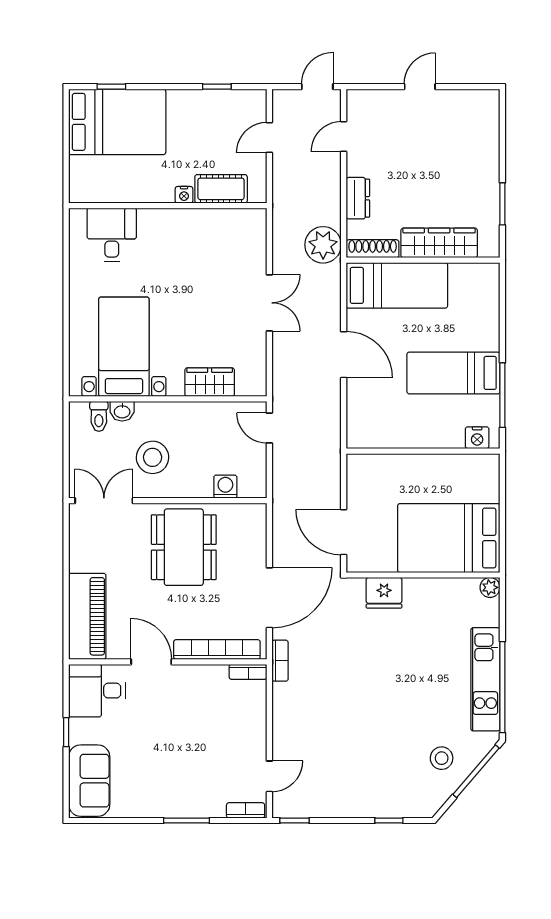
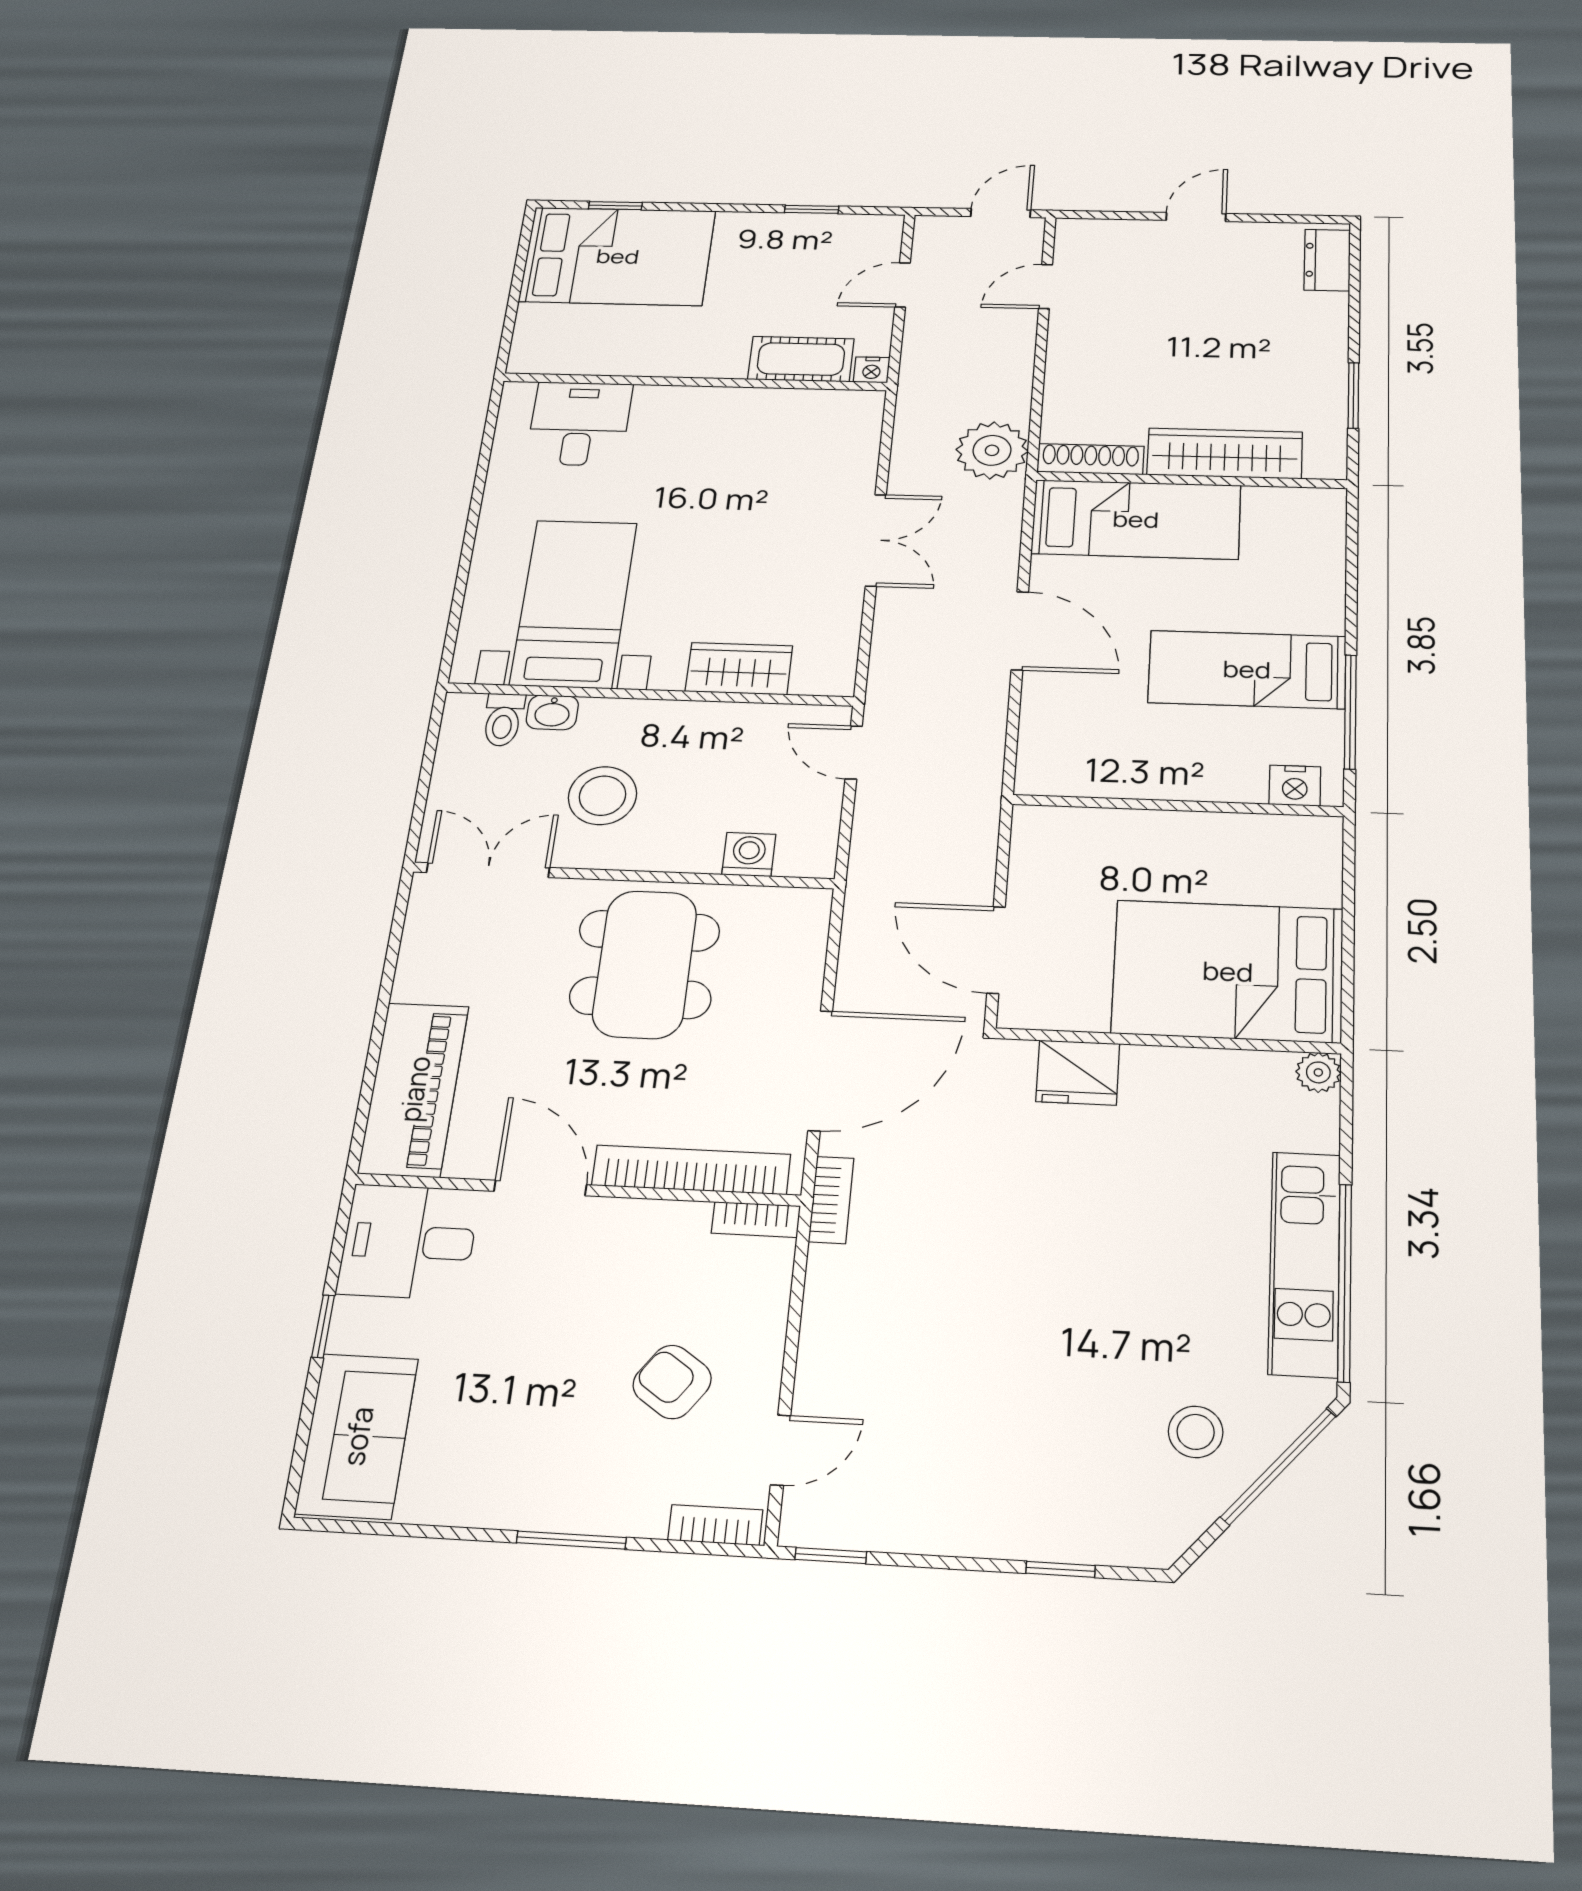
nightstand: (184, 195) -> (872, 370), moved
dresser: (358, 198) -> (1327, 260), moved, turned 180
armchair: (220, 749) -> (672, 1382), added

